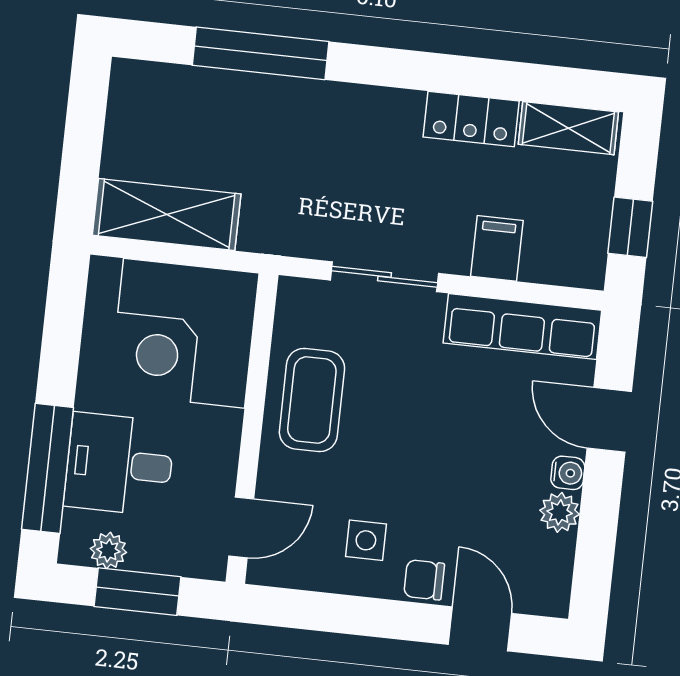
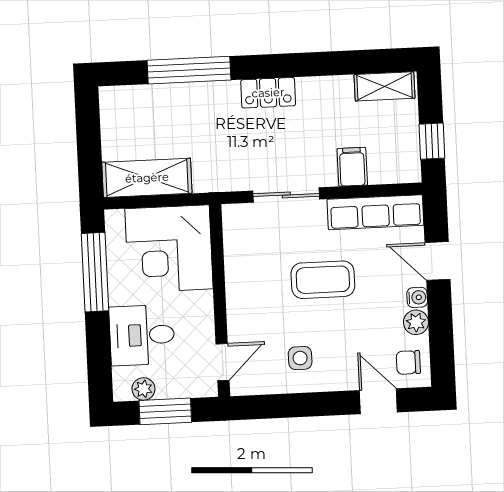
locker: (471, 119) -> (268, 93), moved
coffee table: (312, 400) -> (323, 280), moved, turned 90
window: (48, 468) -> (95, 272), moved
chair: (424, 580) -> (408, 362), moved

